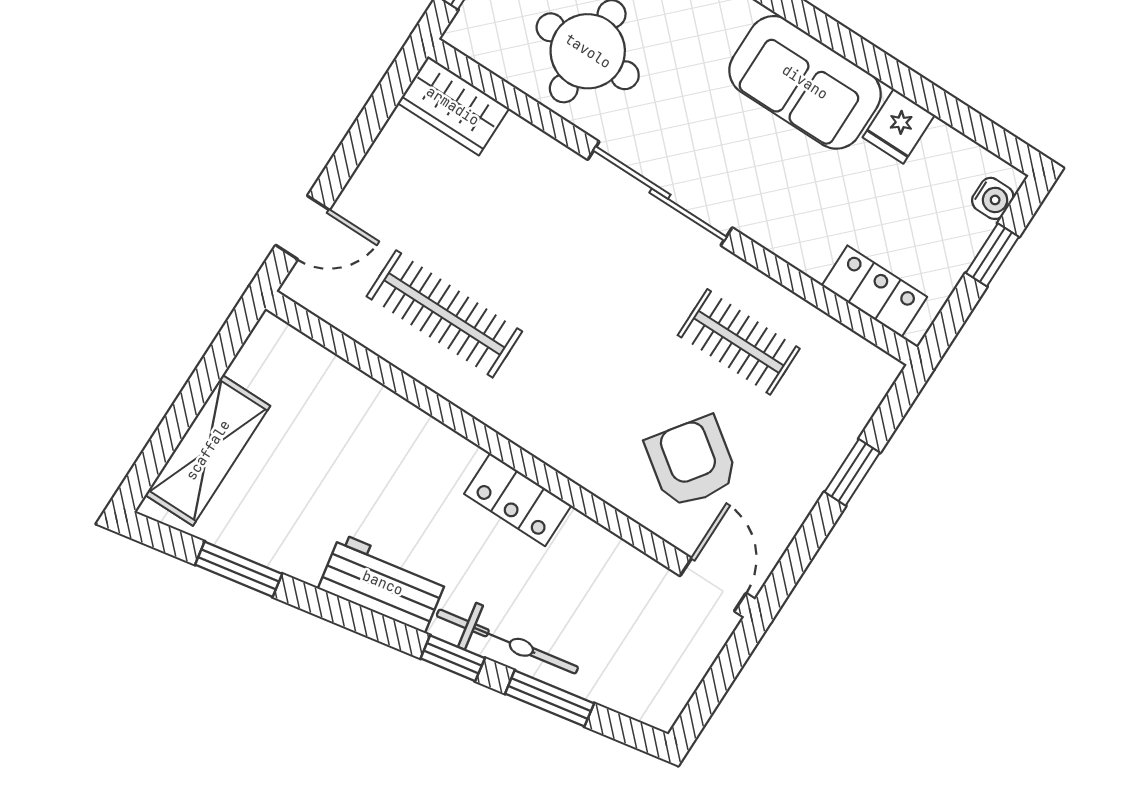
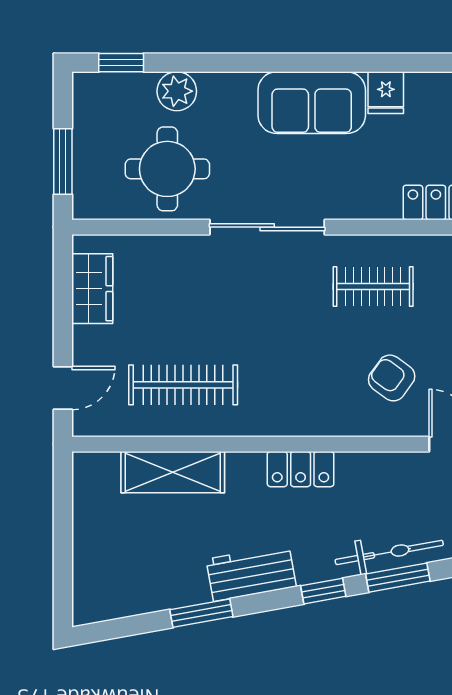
wardrobe: (453, 106) -> (92, 289), moved, turned -90
shelving: (208, 450) -> (173, 472), moved, turned 90
armchair: (692, 462) -> (392, 378), width x0.72, depth x0.72
window: (239, 569) -> (201, 613), moved
bicycle: (507, 642) -> (389, 552), moved

